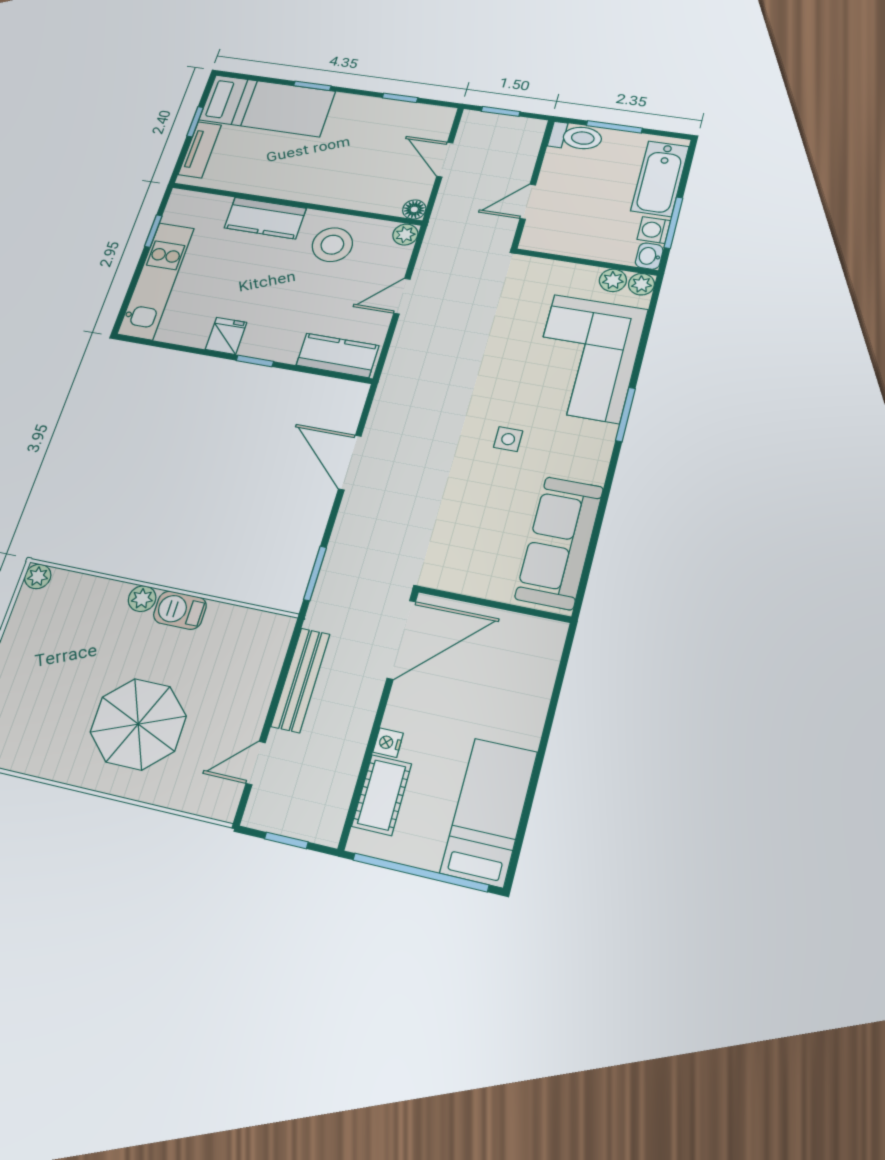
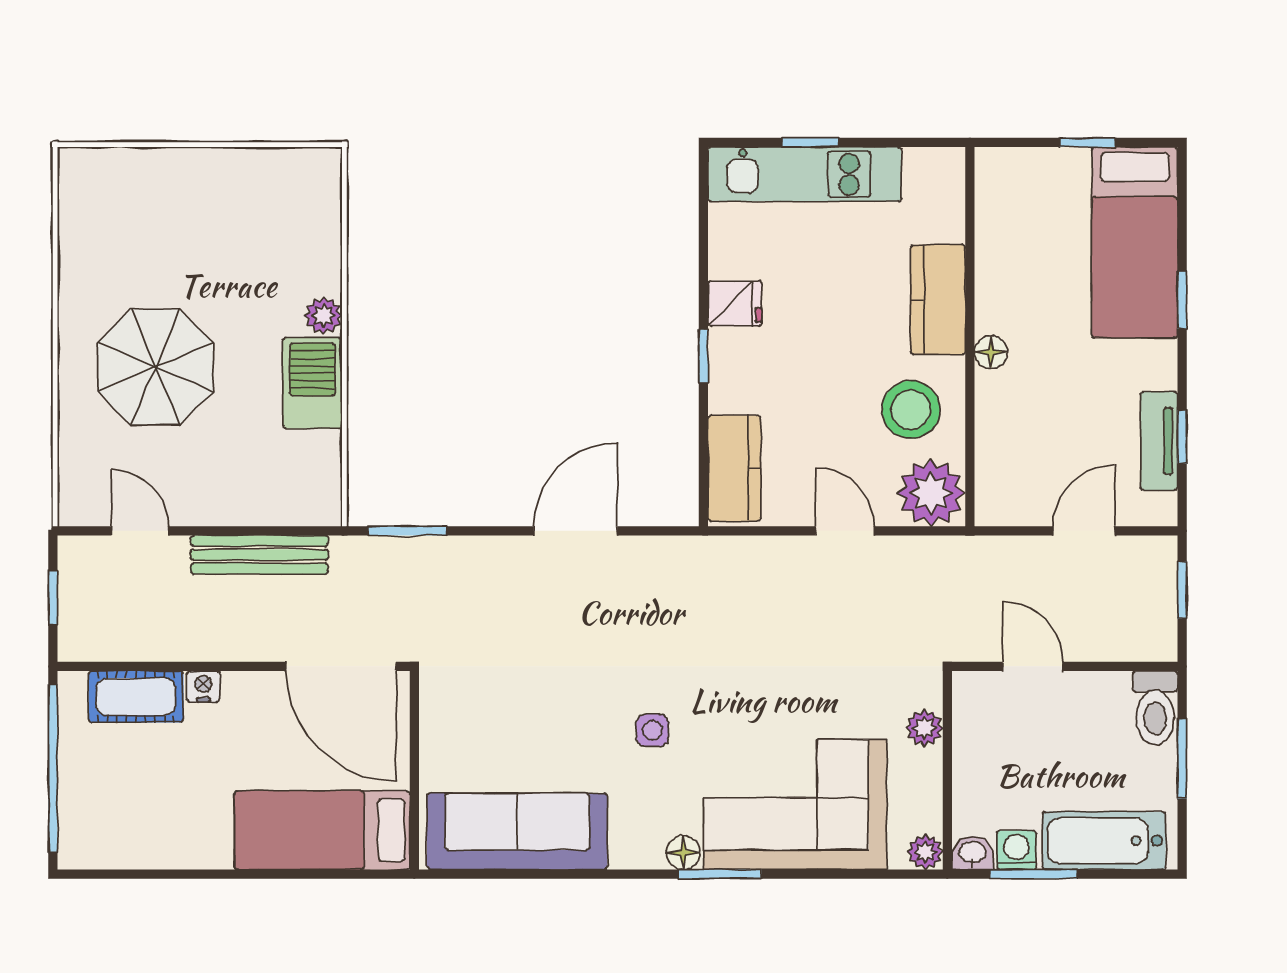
tv unit: (200, 150) -> (1159, 441), moved, turned 90
floor lamp: (414, 209) -> (991, 352), moved
window: (153, 231) -> (811, 142), moved
plant: (405, 235) -> (931, 493), width x1.88, depth x1.88
plant: (613, 280) -> (924, 728), moved
floor lamp: (604, 435) -> (683, 853), added
plant: (38, 576) -> (324, 165), removed
barbecue: (180, 610) -> (312, 383), width x1.38, depth x1.27
bed: (489, 812) -> (322, 830), moved, turned 180

